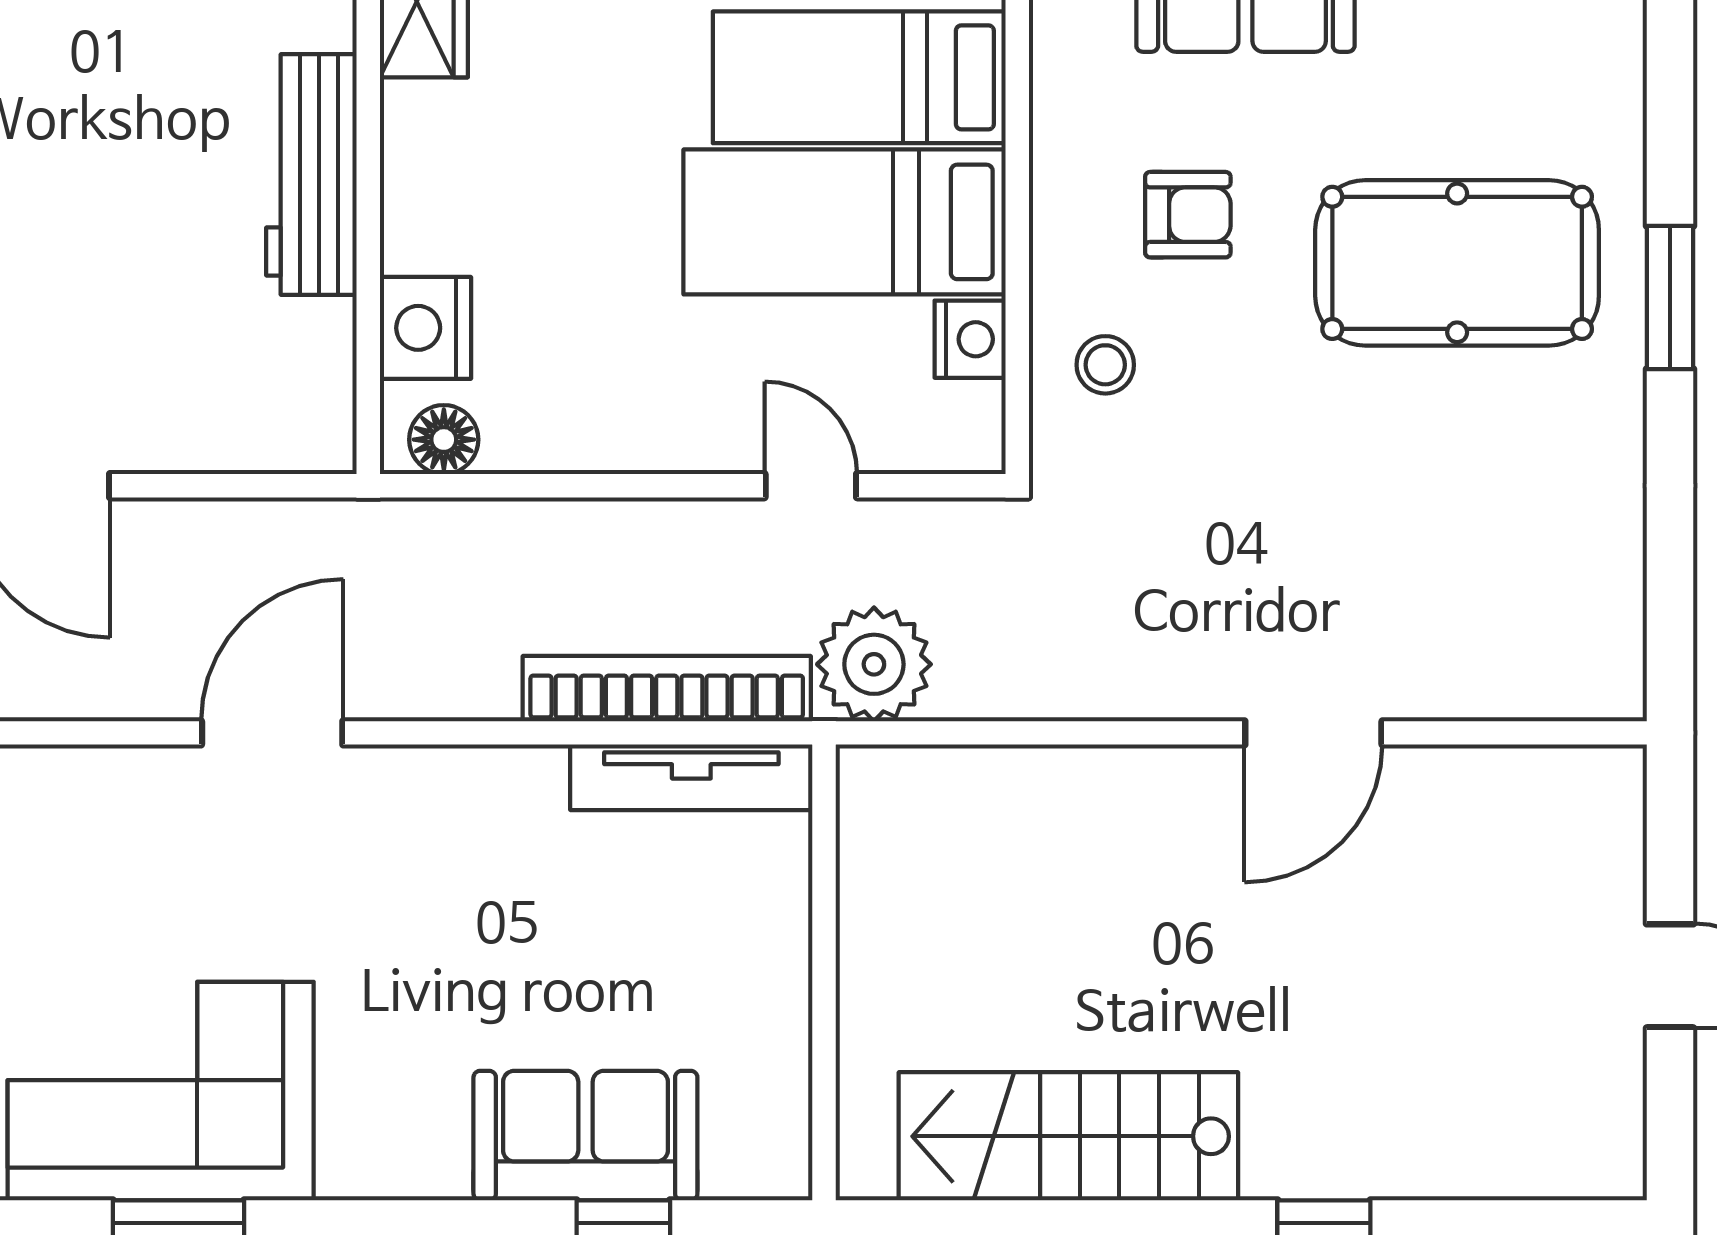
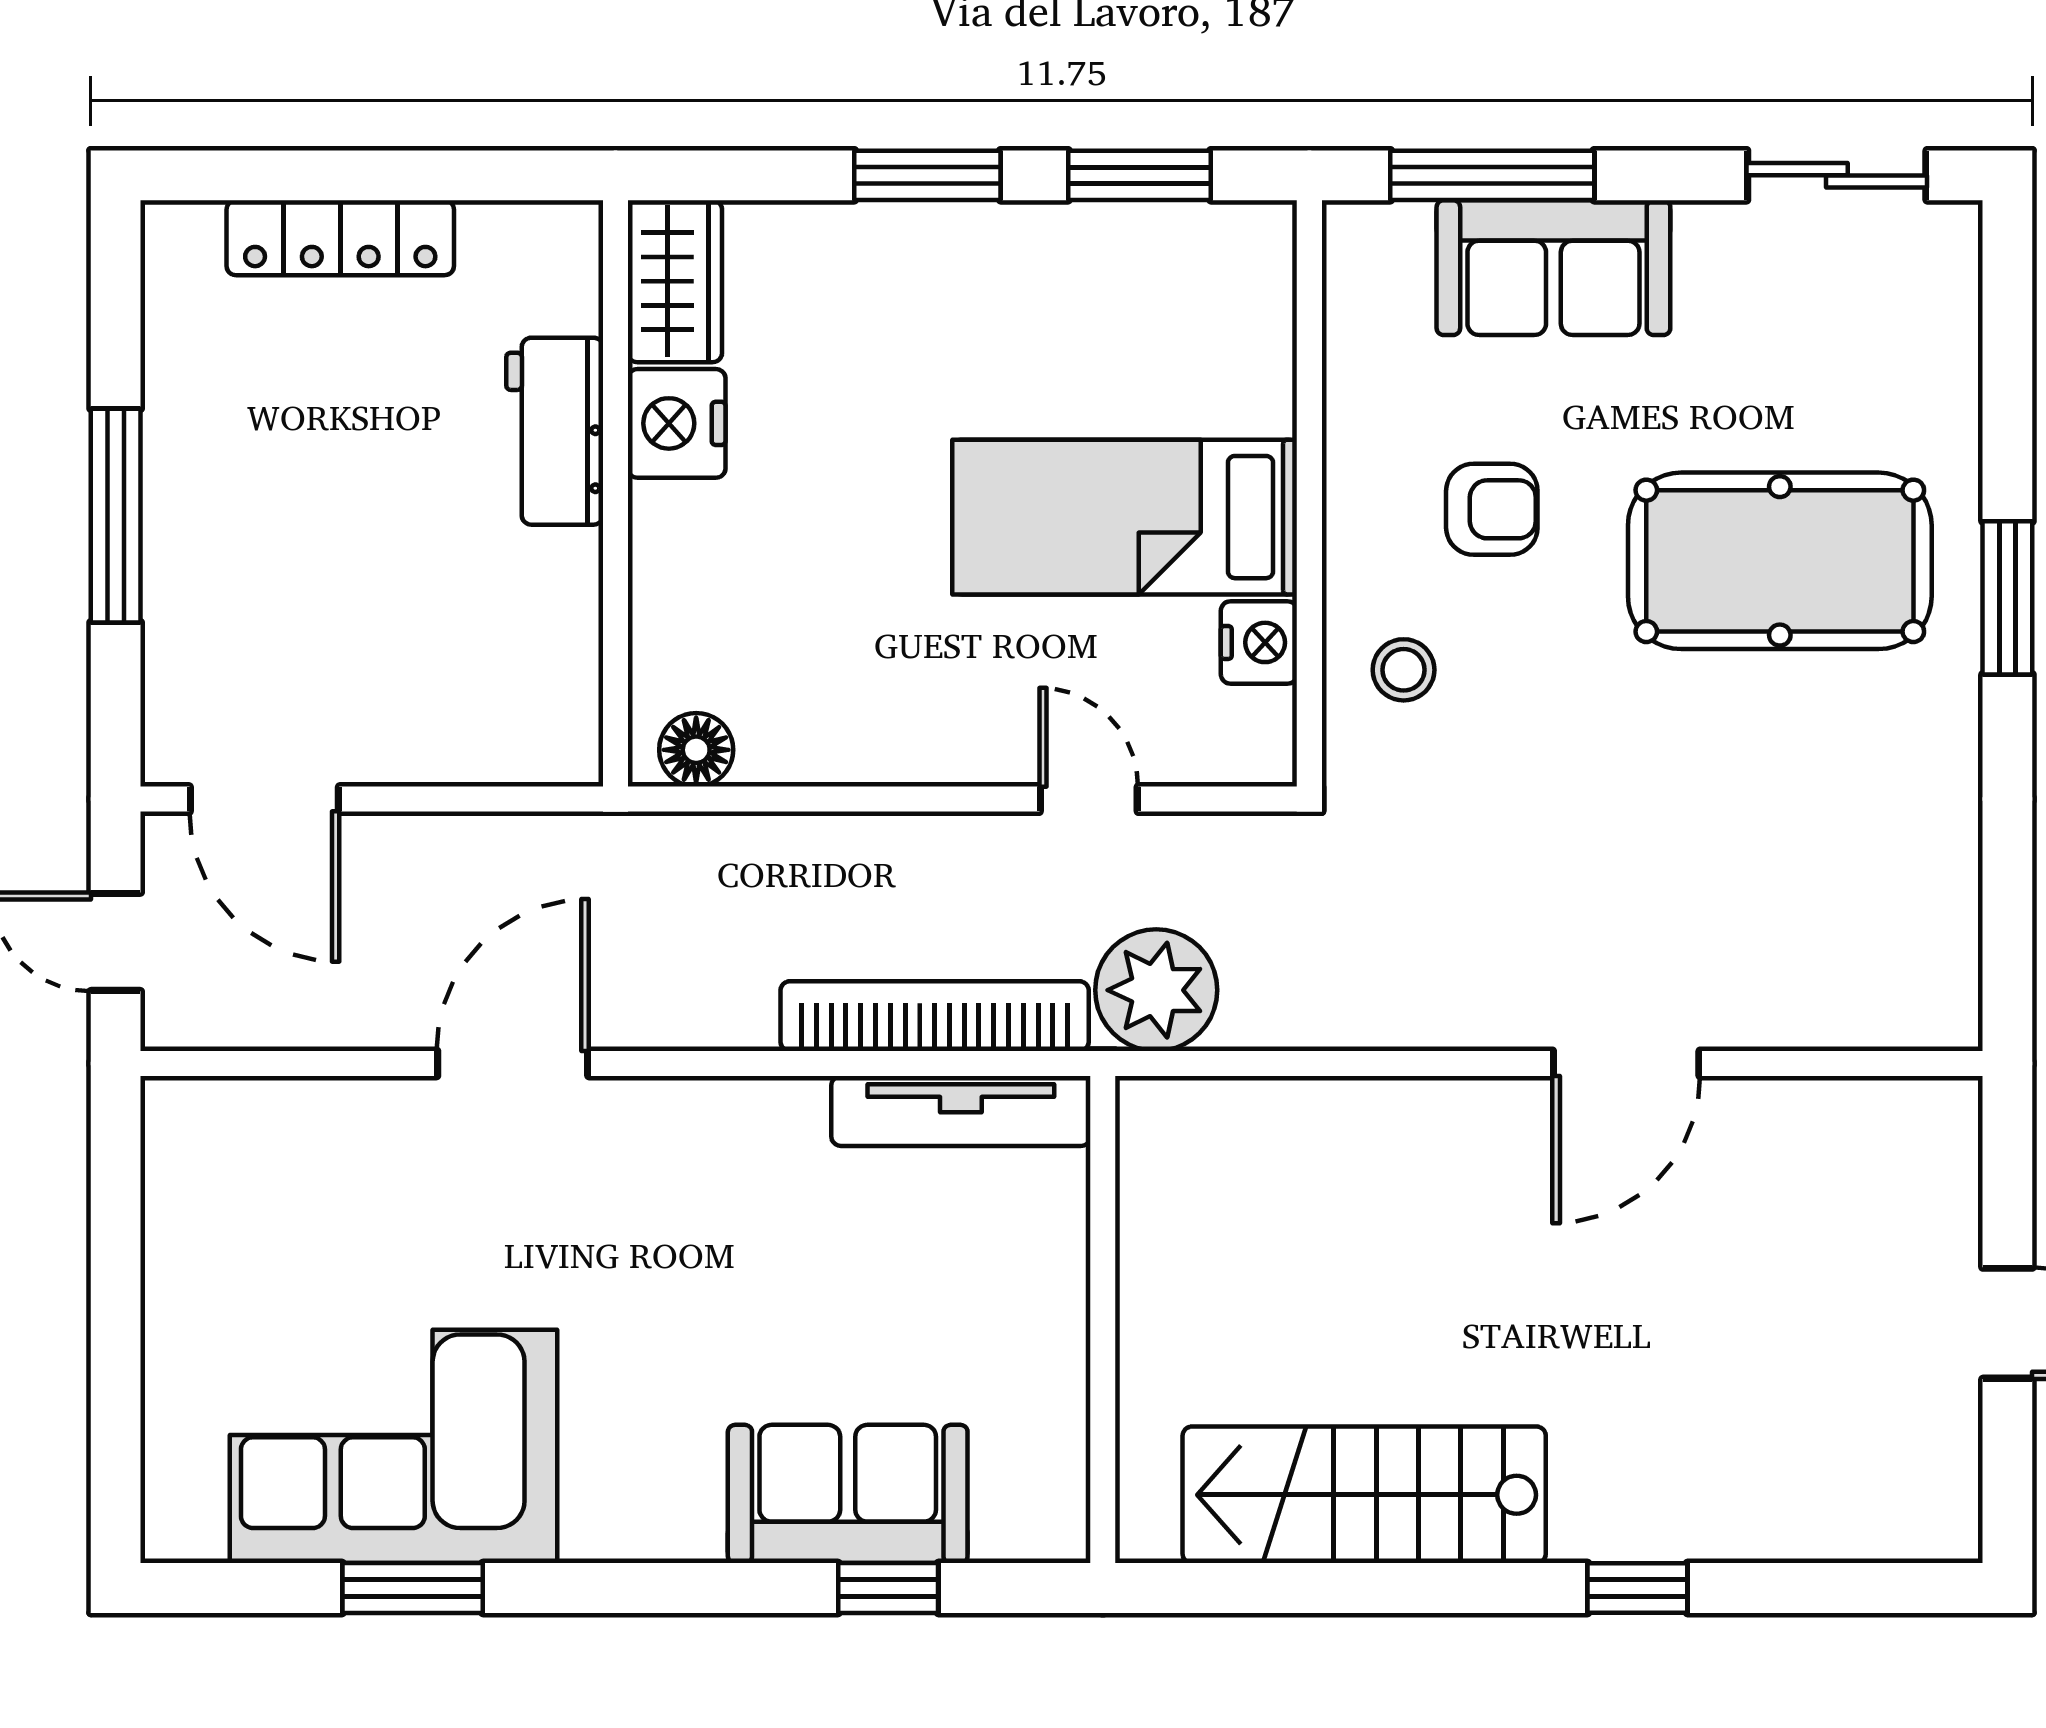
bed: (859, 77) -> (1140, 362), removed
workbench: (311, 174) -> (555, 431), width x0.73
nightstand: (425, 328) -> (677, 423), moved

